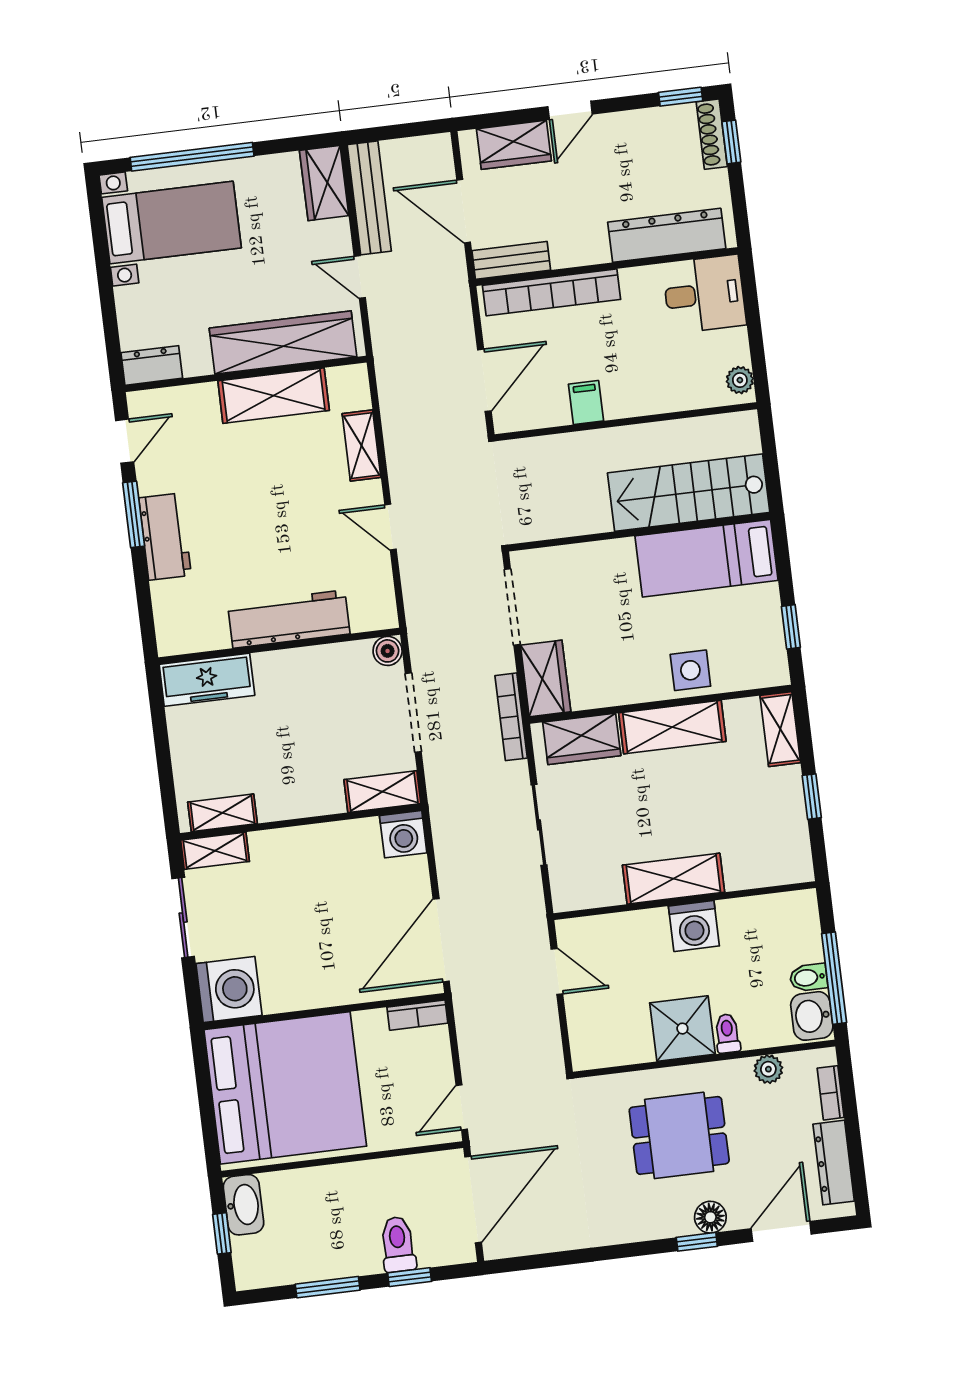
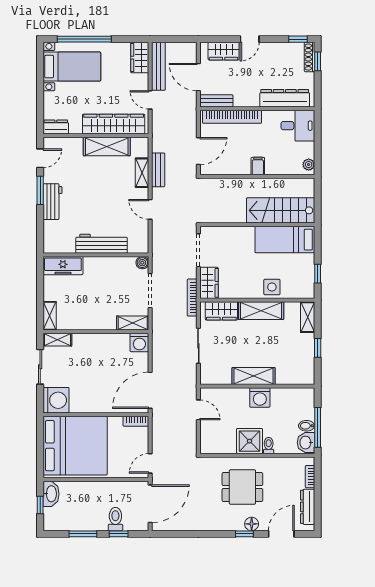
filing cabinet: (586, 403) -> (258, 166), moved
bench: (398, 434) -> (158, 170), added
shelving: (223, 813) -> (50, 316), moved, turned 90
plant: (768, 1069) -> (284, 463), removed

